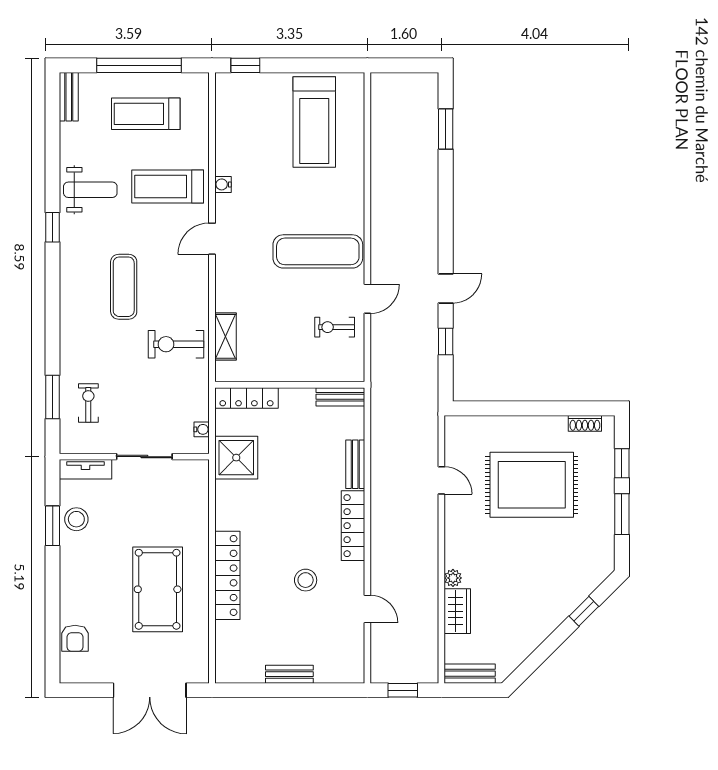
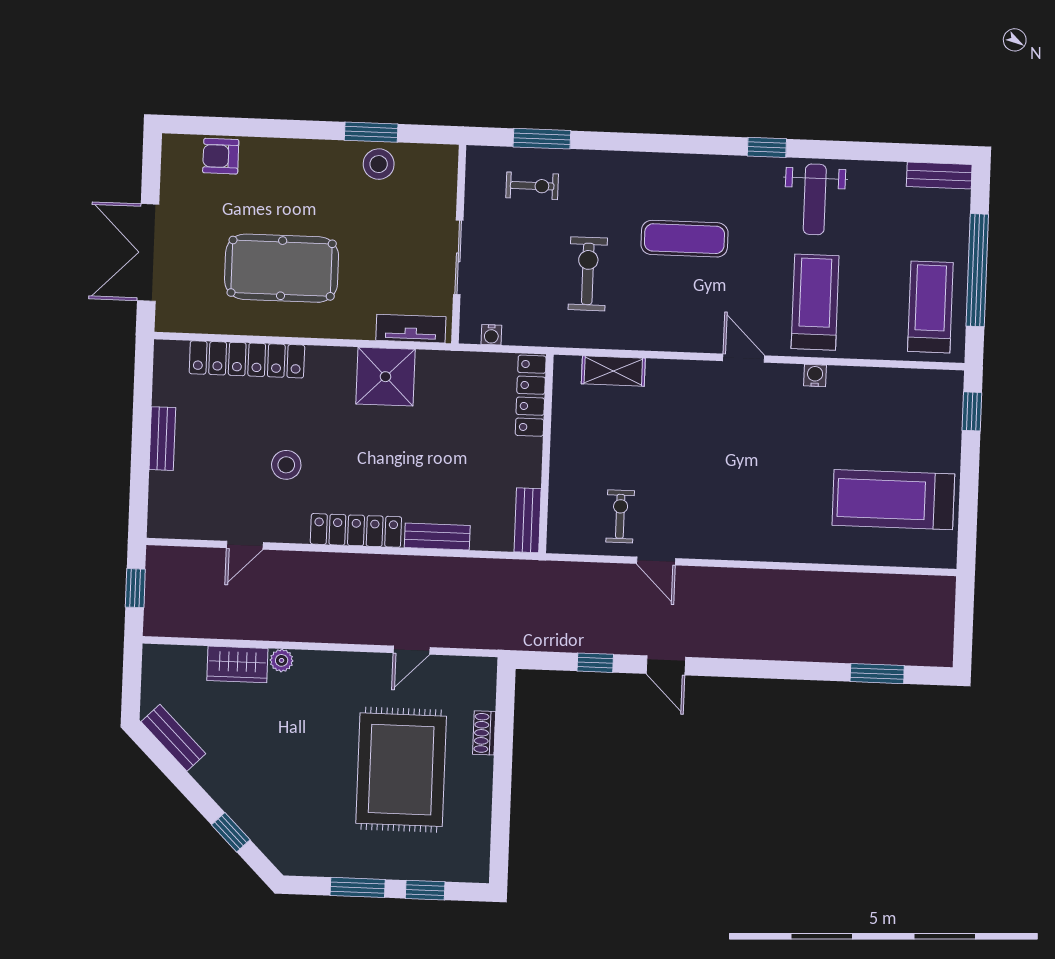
treadmill: (146, 114) -> (930, 307), moved
exercise mat: (318, 251) -> (721, 498), removed
exercise bike: (176, 344) -> (588, 274), moved
shoe rack: (585, 423) -> (484, 733), moved
shower: (236, 458) -> (385, 377), moved
tv unit: (86, 469) -> (411, 329), moved, turned 90
locker: (227, 575) -> (247, 359), moved
bench: (470, 674) -> (173, 738), moved, turned -45

